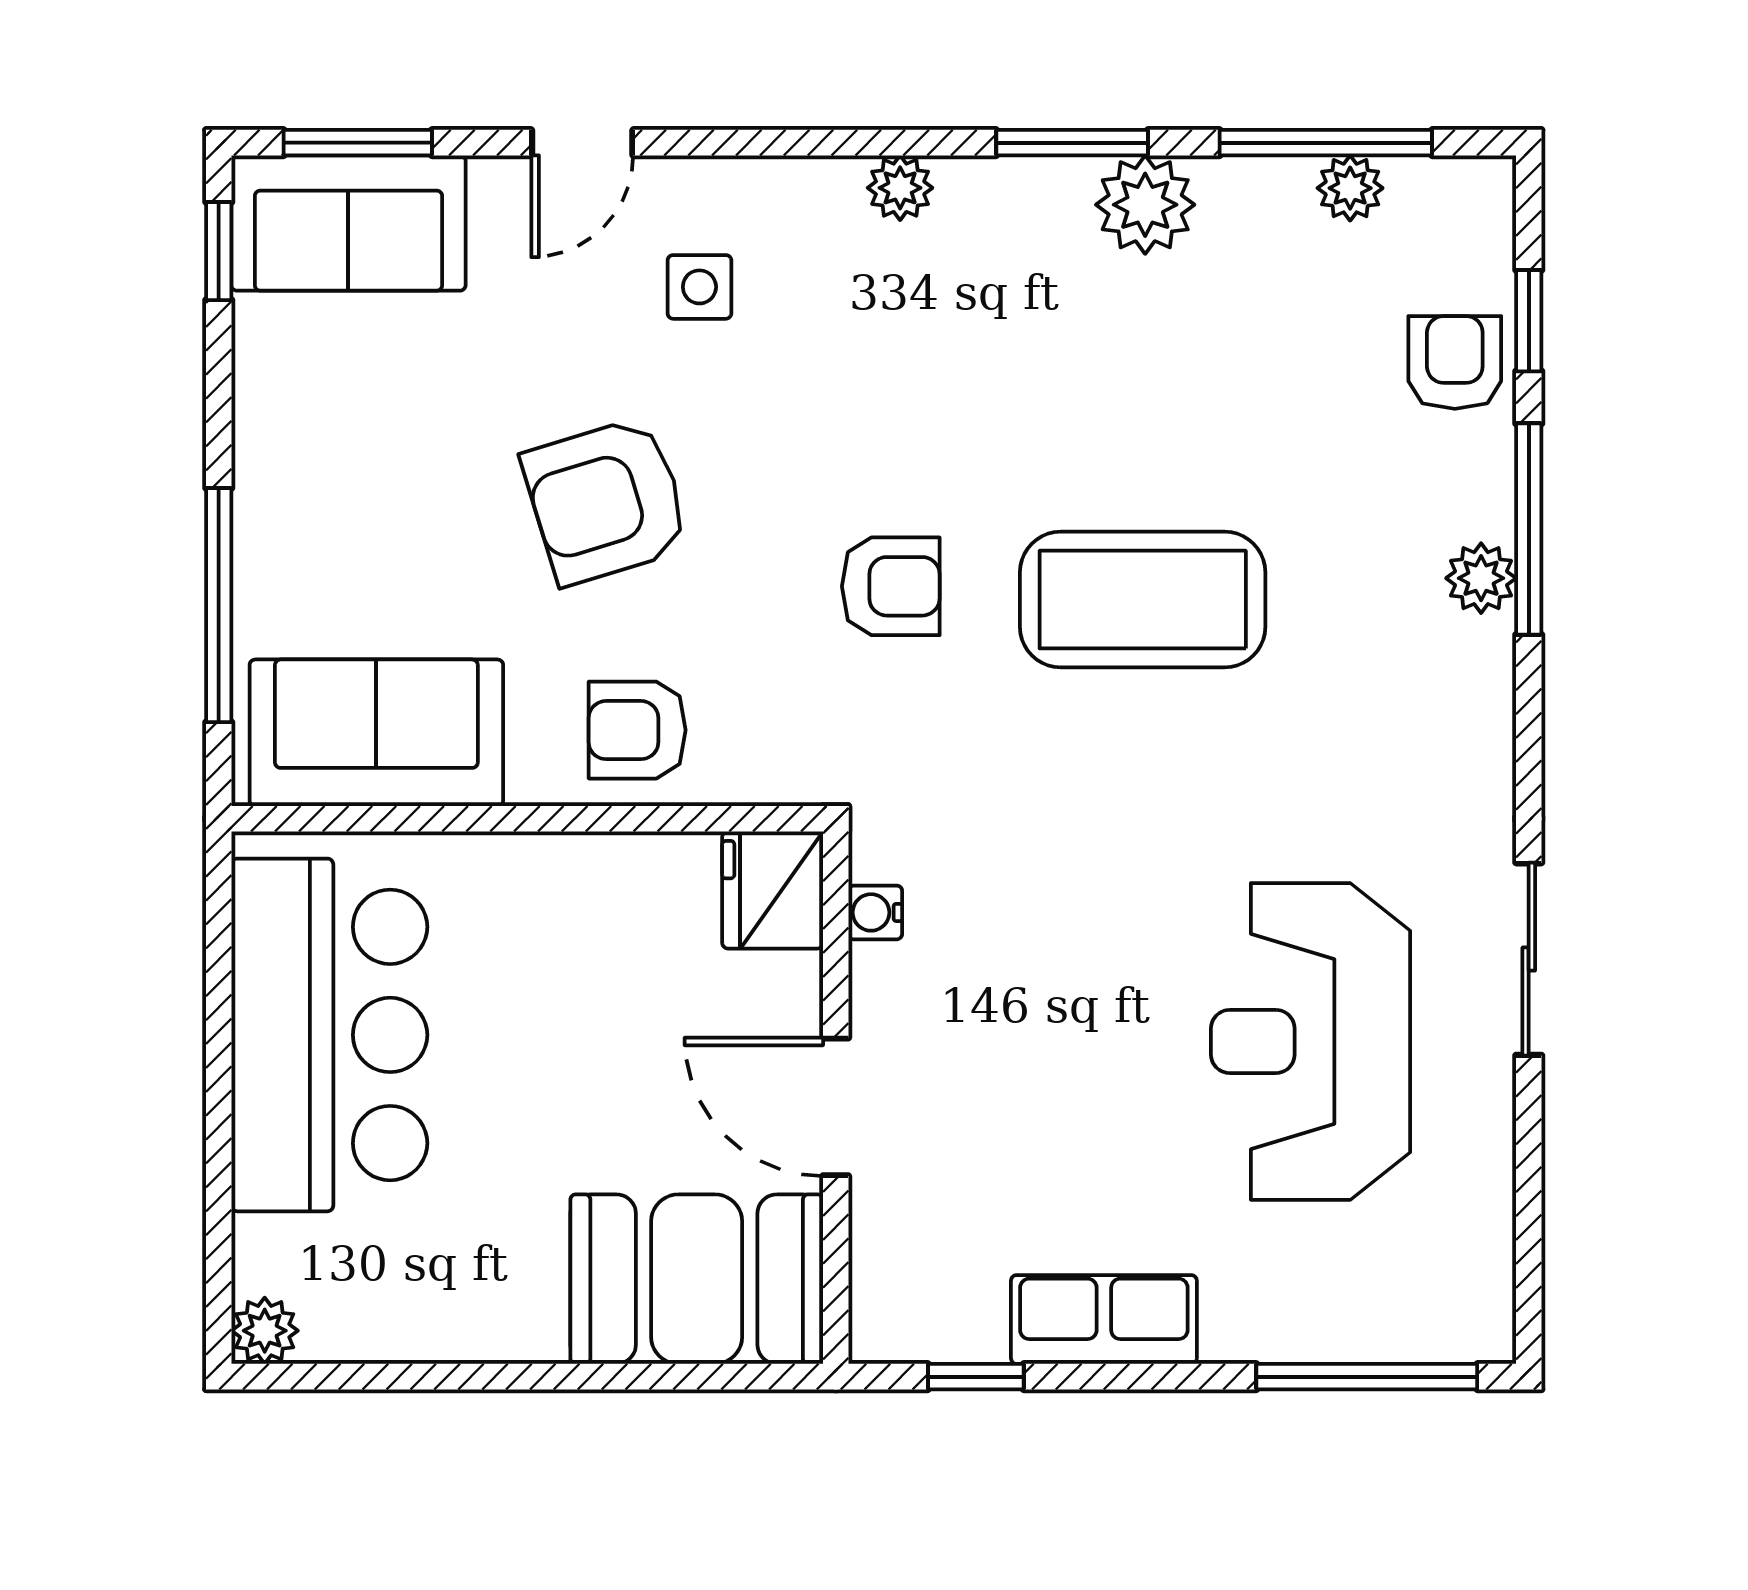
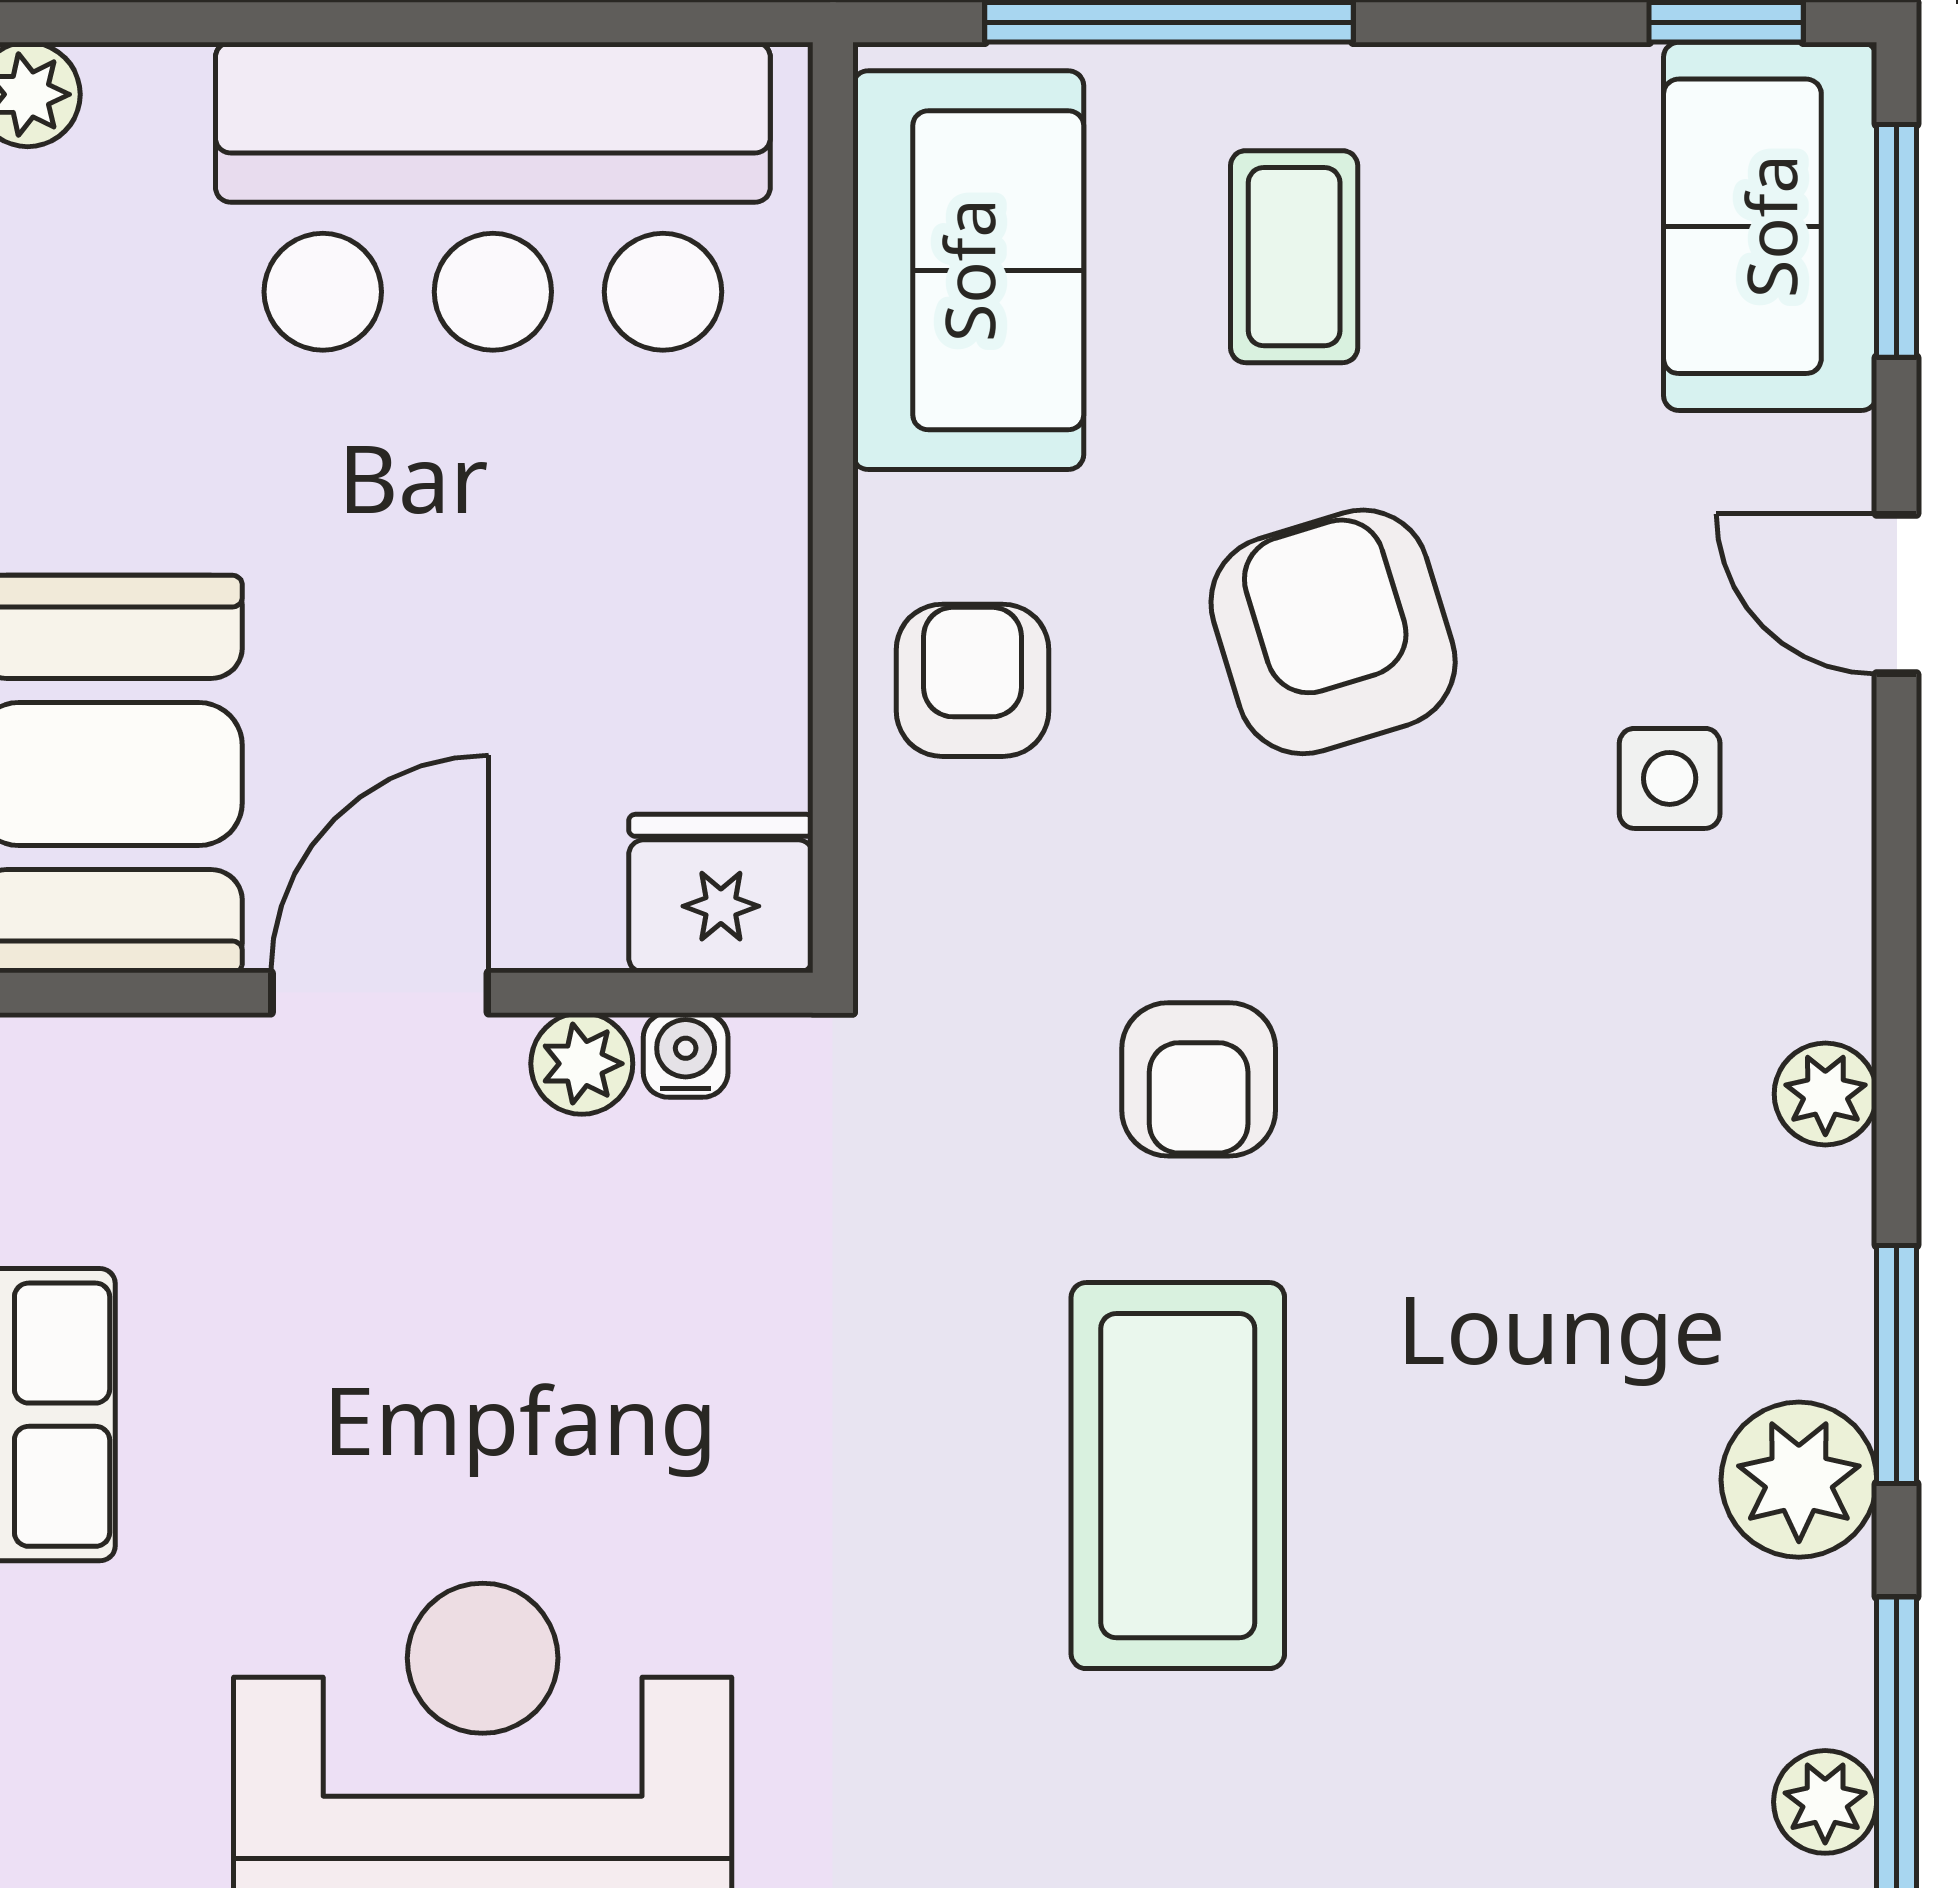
coffee table: (368, 526) -> (1294, 257), added
plant: (881, 978) -> (582, 1064), added

